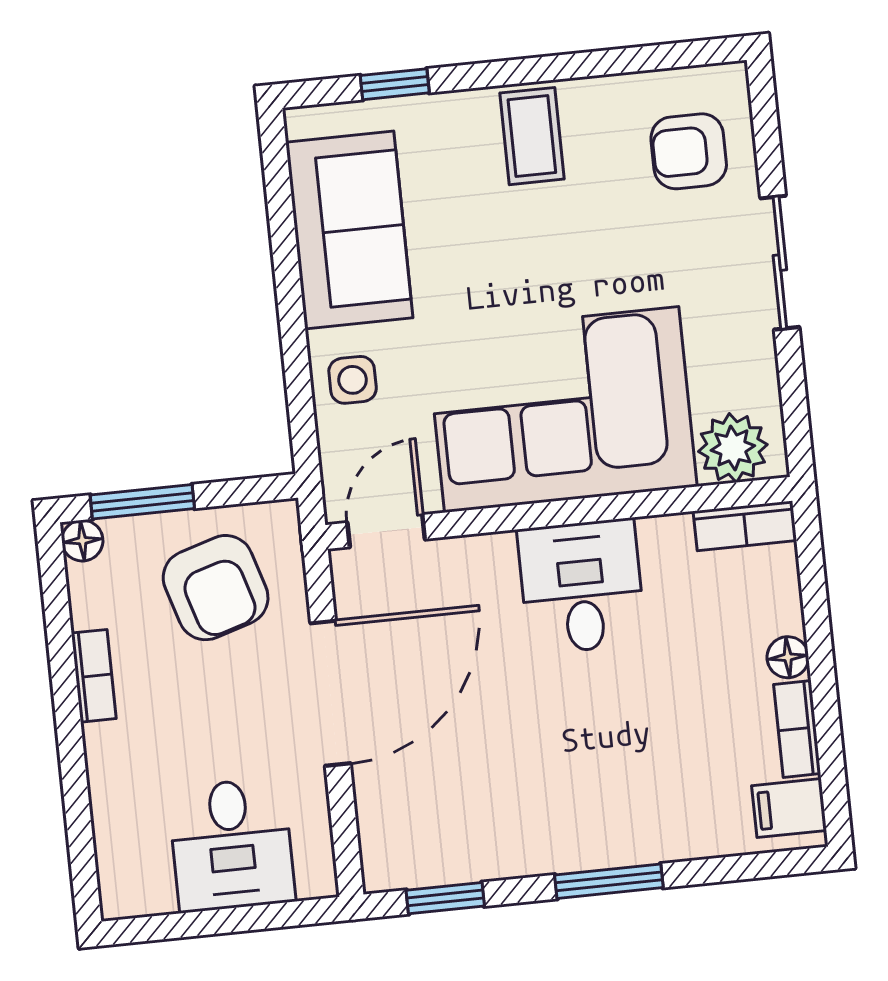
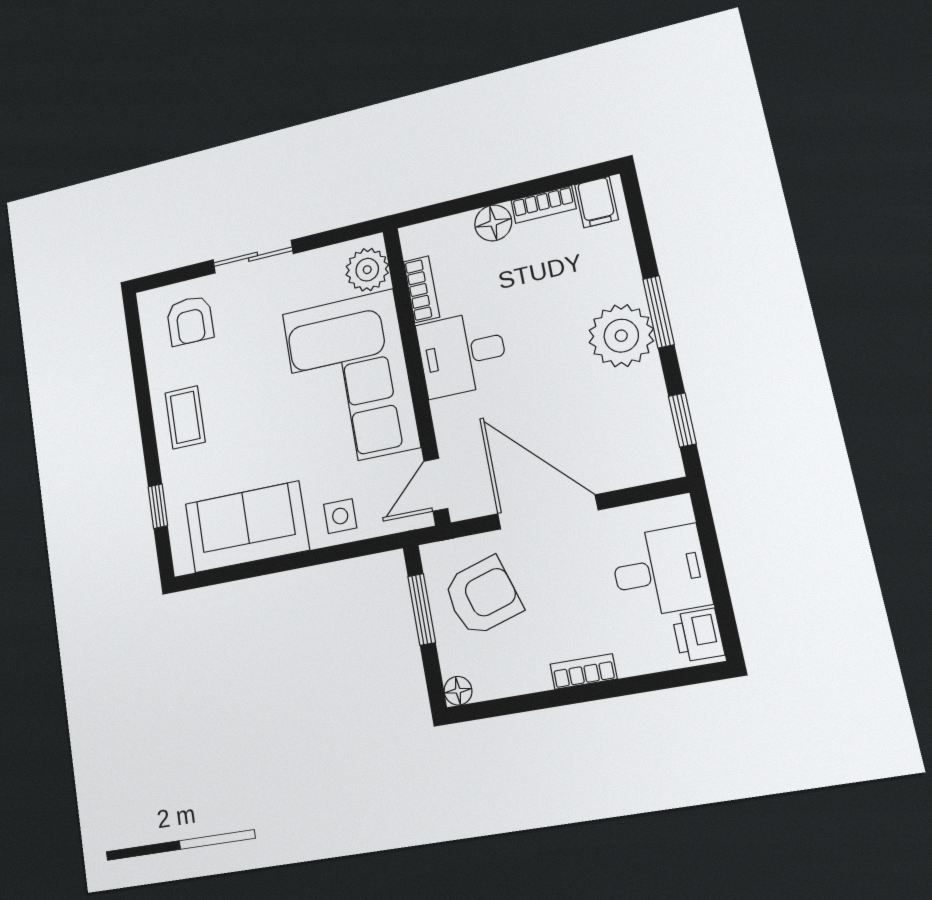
coffee table: (532, 136) -> (185, 417), turned 90
window: (142, 502) -> (422, 609), moved
bookcase: (745, 526) -> (422, 289), moved
door: (386, 531) -> (436, 485), hinge flipped
floor lamp: (788, 657) -> (493, 223), width x1.37, depth x1.37
bookcase: (94, 676) -> (583, 671), moved
plant: (580, 824) -> (621, 336), added
printer: (139, 887) -> (698, 635), added

